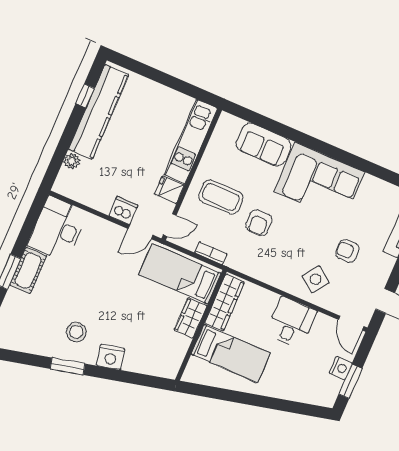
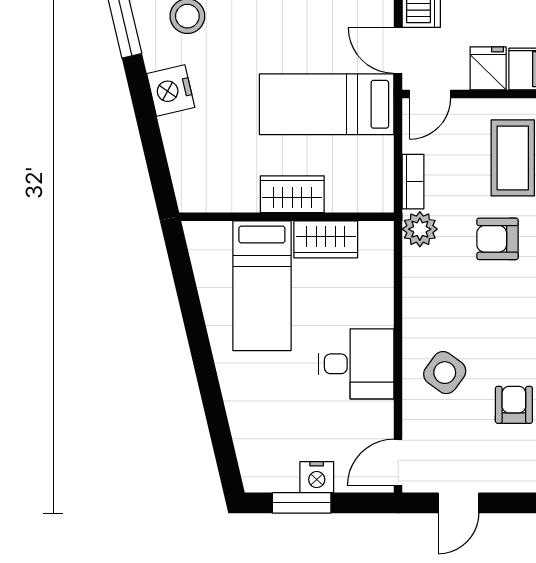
door: (170, 225) -> (430, 94), hinge flipped
plant: (237, 260) -> (420, 229), added
bed: (180, 274) -> (327, 104), moved, turned -90
wardrobe: (225, 303) -> (326, 239), width x0.67

